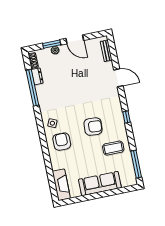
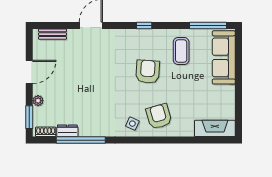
window: (52, 44) -> (29, 117), moved
armchair: (62, 142) -> (159, 116), turned 74
sofa: (100, 184) -> (224, 57), moved

